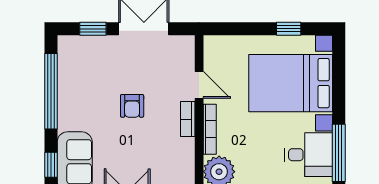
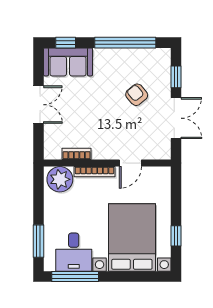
armchair: (132, 106) -> (137, 95), moved, turned 50
bookcase: (188, 119) -> (77, 154), moved

